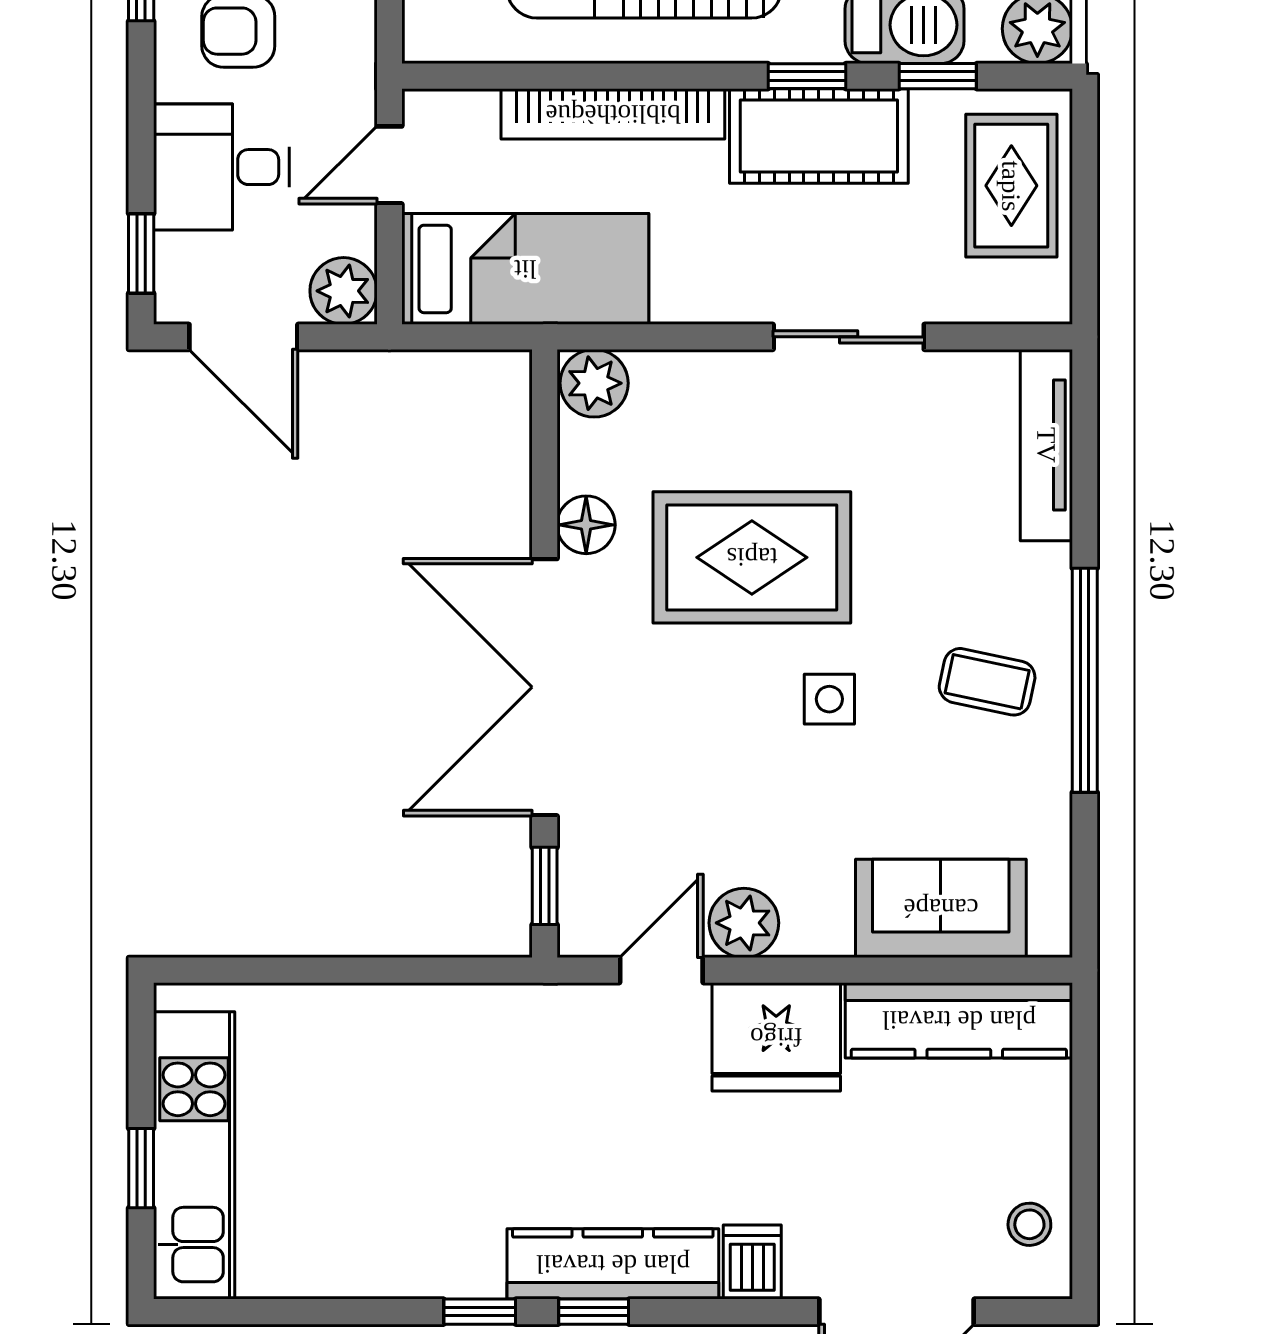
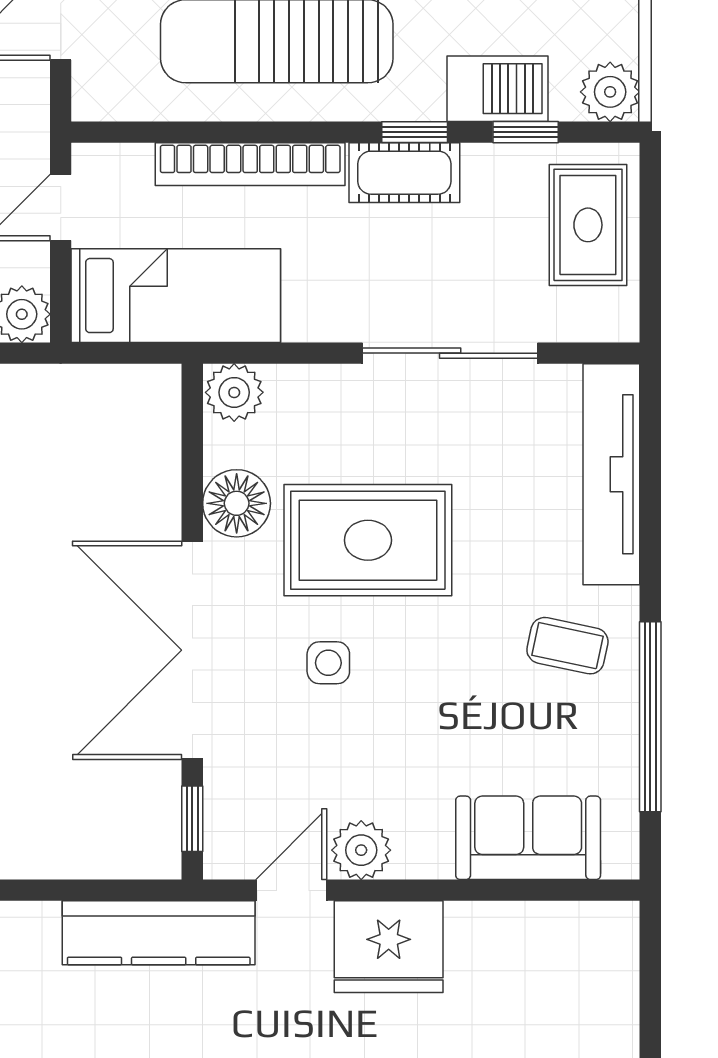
cot: (819, 136) -> (404, 173), width x0.73, depth x0.75
sliding door: (849, 337) -> (450, 353), width x1.37
tv unit: (1046, 445) -> (611, 474), width x1.36, depth x1.29
floor lamp: (586, 525) -> (237, 503), width x1.38, depth x1.38
window: (1085, 680) -> (650, 717), moved
side table: (829, 699) -> (328, 663), moved
kitchen counter: (959, 1020) -> (159, 933), moved

